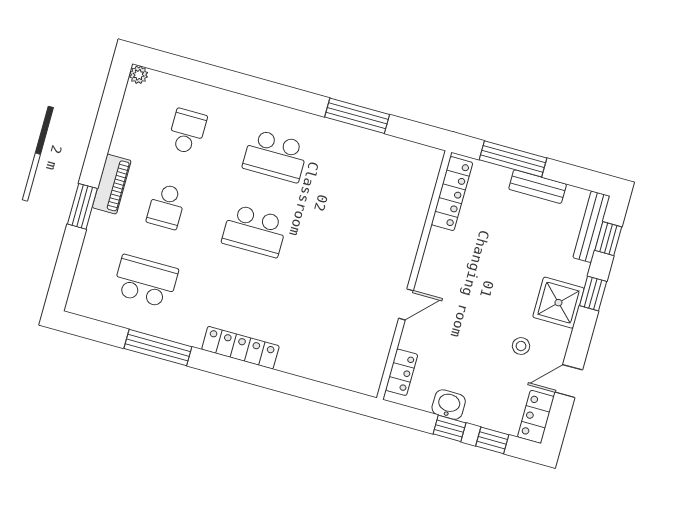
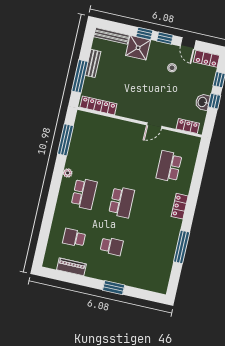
plant: (139, 75) -> (68, 173), moved
window: (357, 116) -> (66, 140), moved
piano: (112, 184) -> (71, 267), moved
window: (608, 239) -> (165, 38), moved
school desk: (146, 281) -> (169, 166), moved
shower: (558, 303) -> (138, 48), moved
door: (406, 304) -> (154, 126), swing flipped
locker: (240, 348) -> (180, 206), width x0.66

